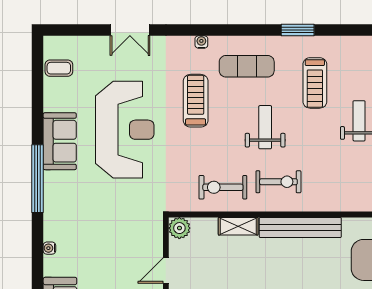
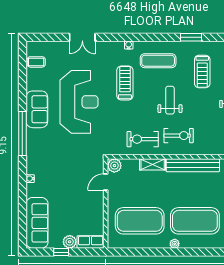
door: (166, 270) -> (106, 182), moved

